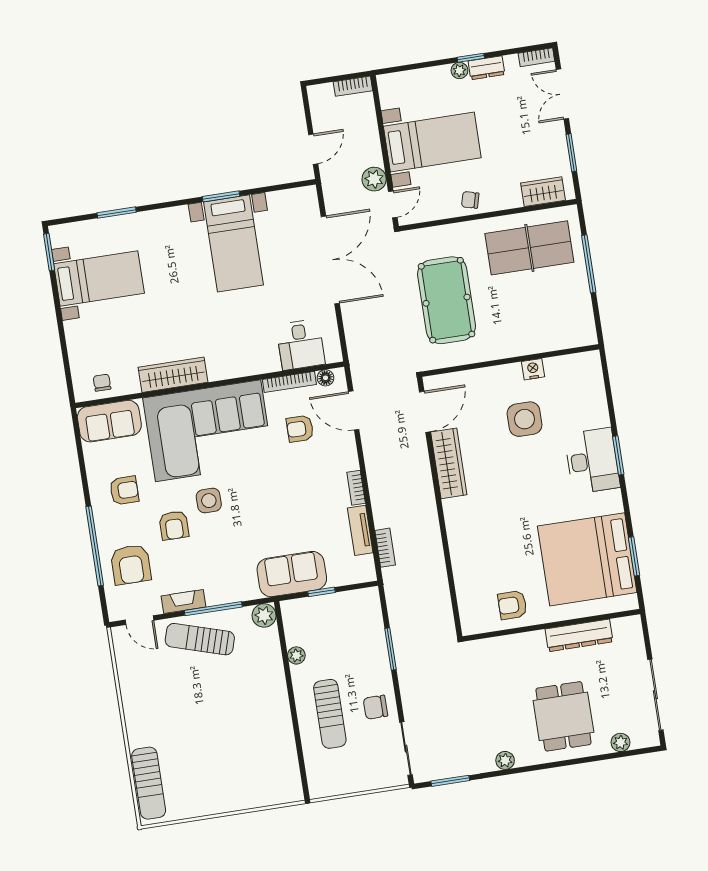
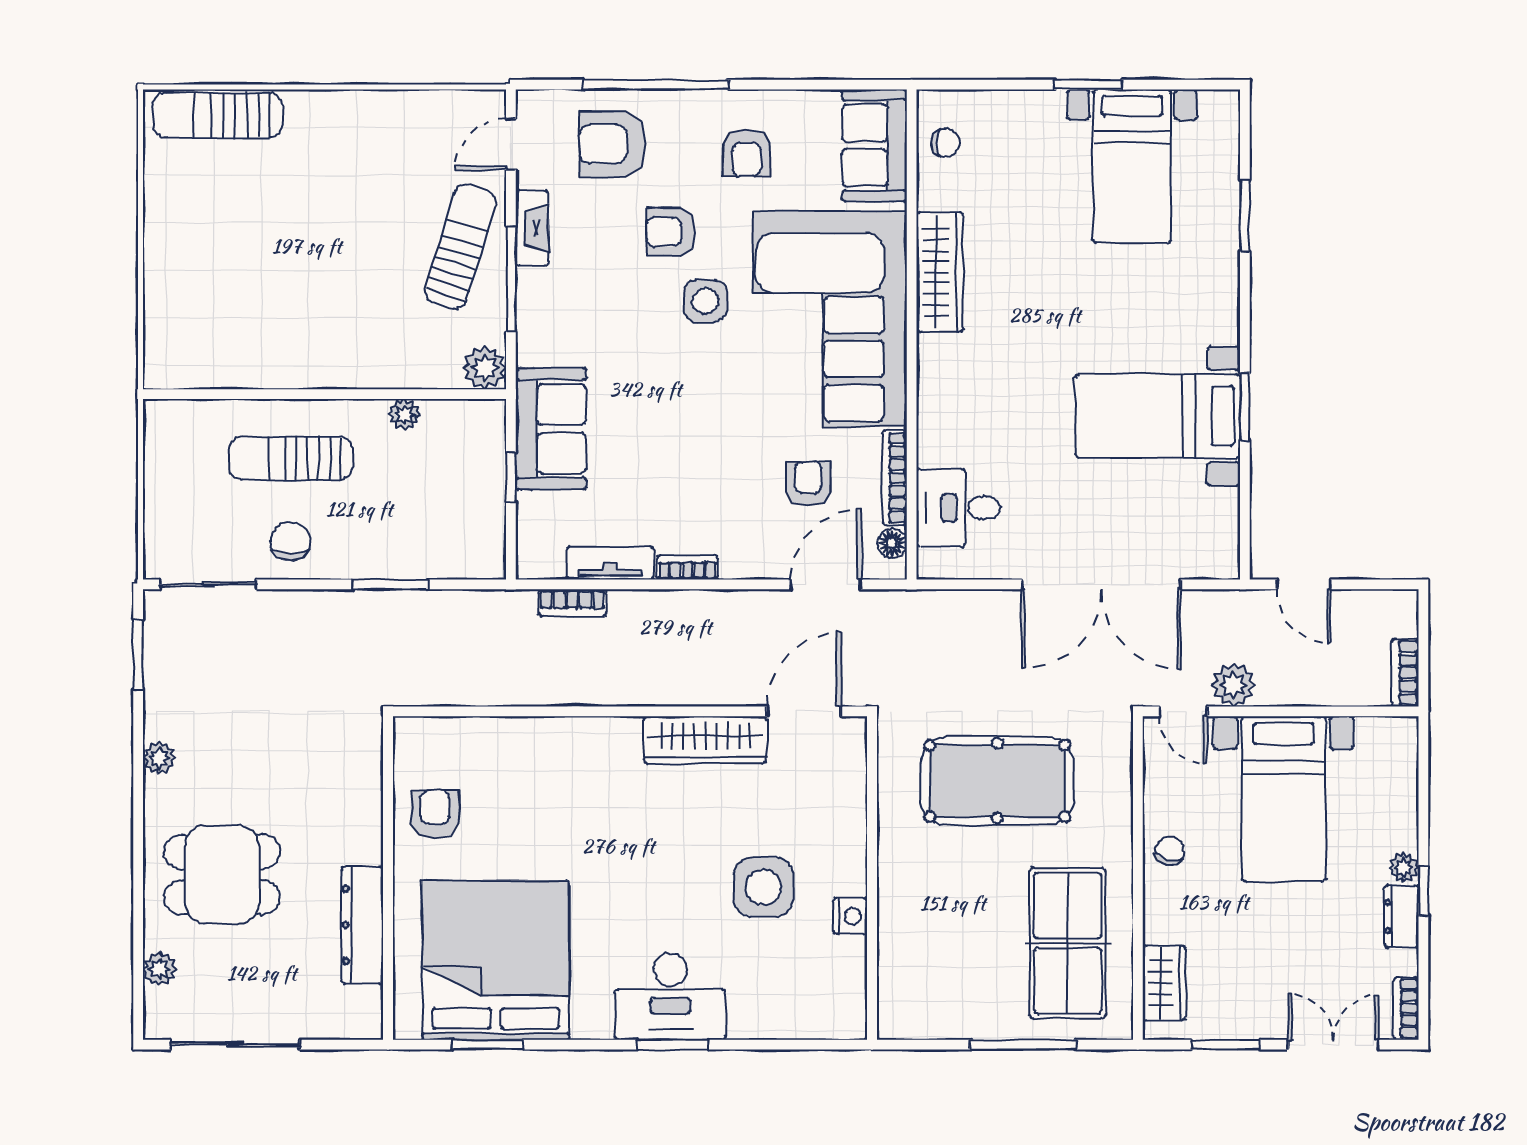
window: (49, 252) -> (1088, 85), moved
door: (425, 412) -> (804, 711), swing flipped

